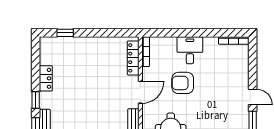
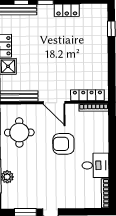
desk: (190, 50) -> (95, 165), moved
armchair: (183, 83) -> (63, 144), turned -90

